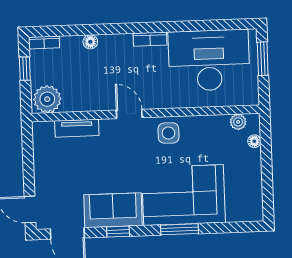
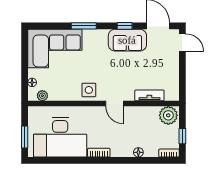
corner sofa: (183, 195) -> (55, 48), moved

